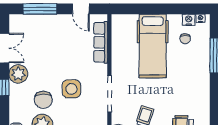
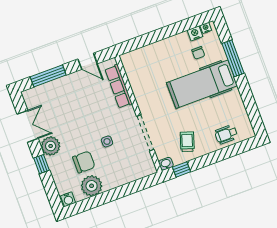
hospital bed: (153, 46) -> (202, 84), moved, turned 90
side table: (71, 89) -> (107, 141), width x0.54, depth x0.54
chair: (43, 100) -> (84, 162), turned -90

